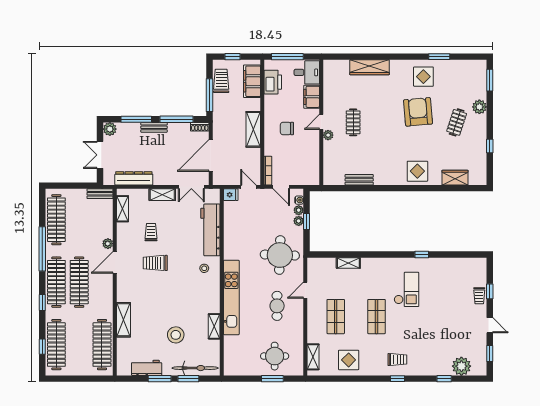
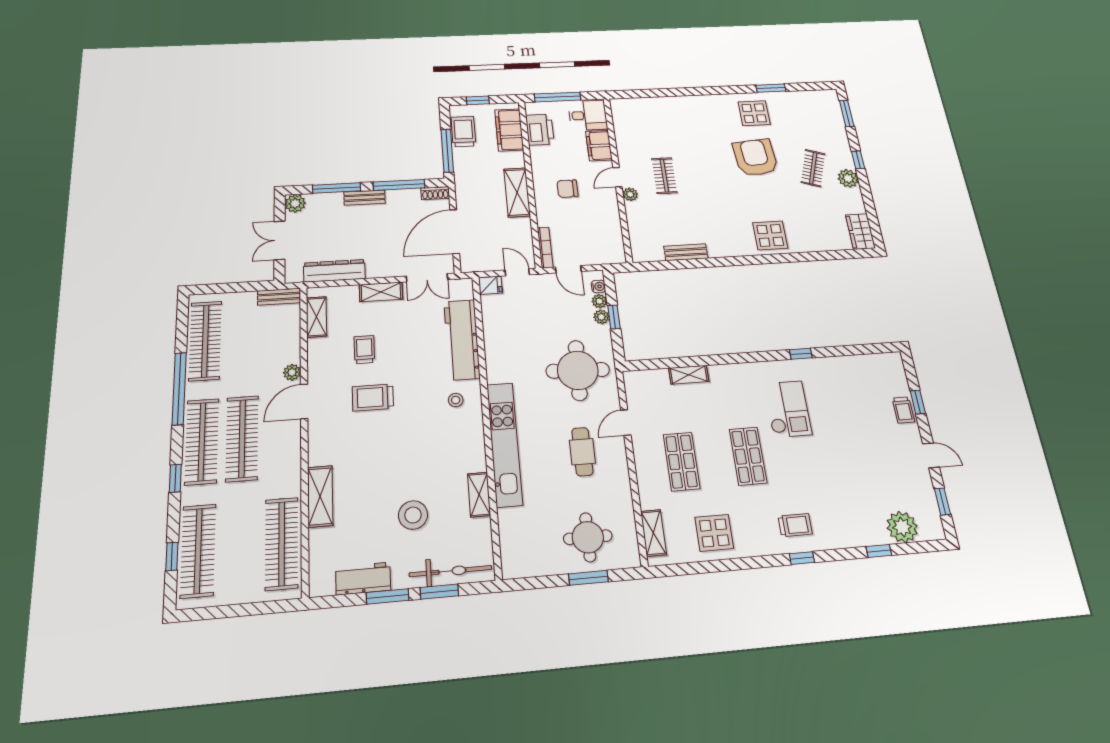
wardrobe: (369, 67) -> (676, 105), removed
plant: (479, 107) -> (848, 178), moved
window: (490, 146) -> (858, 160), moved
wardrobe: (455, 178) -> (860, 232), moved, turned -90

